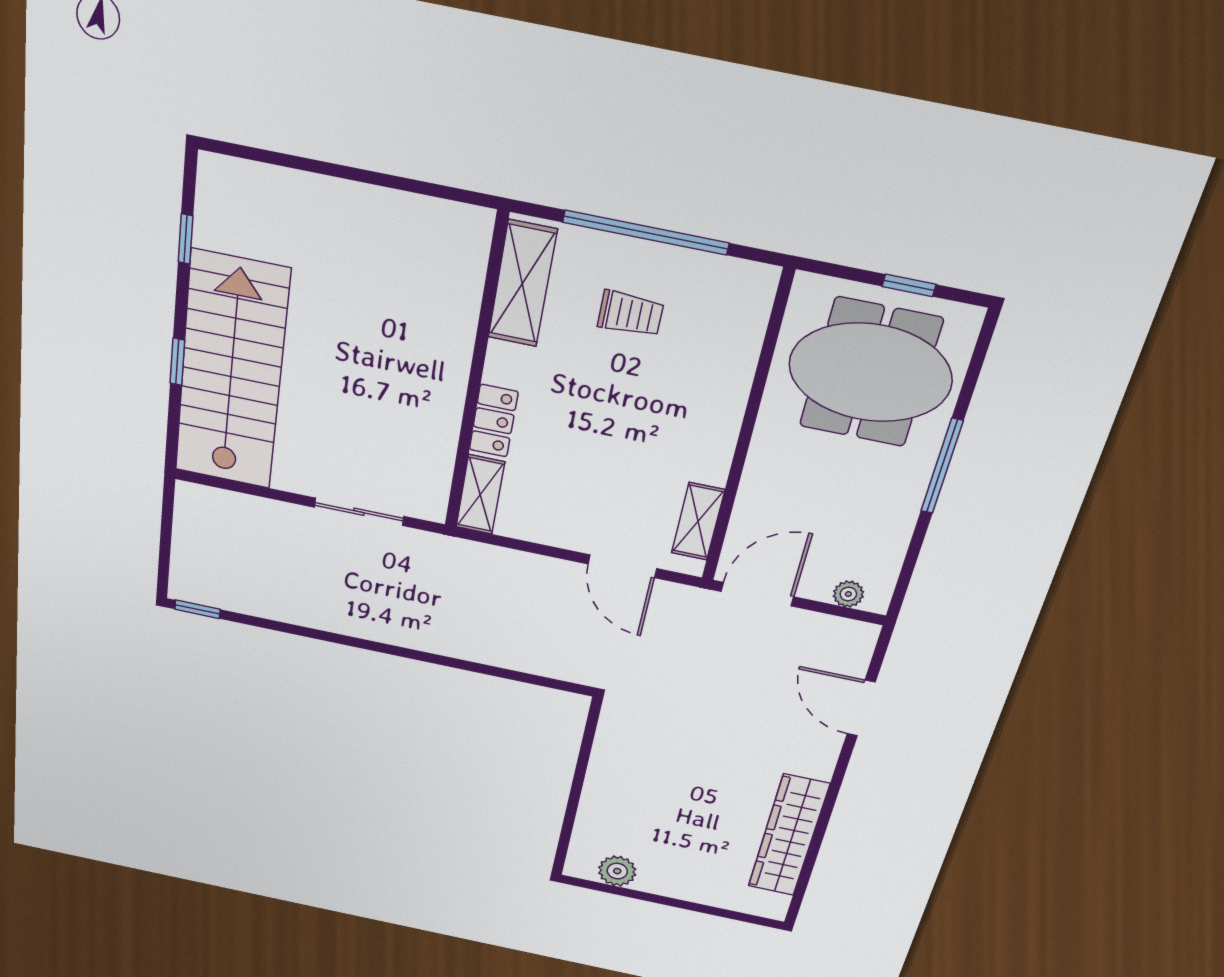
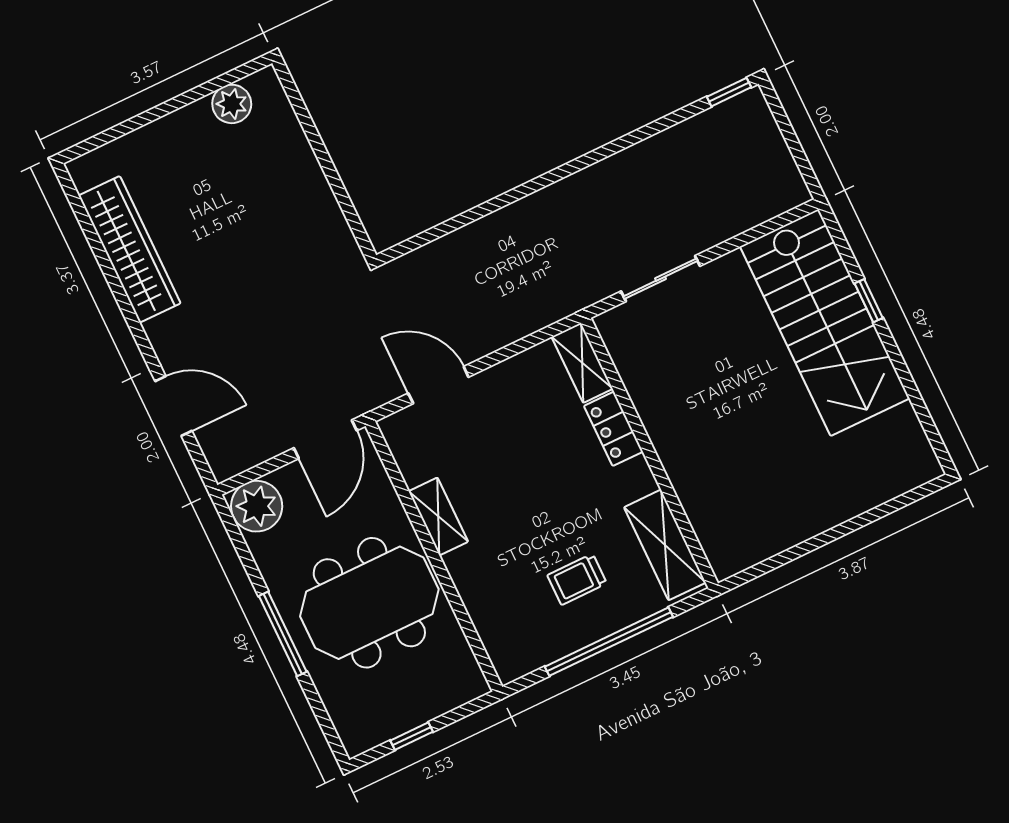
window: (186, 239) -> (917, 402), removed
meeting table: (870, 373) -> (369, 603), moved
shelving: (698, 521) -> (438, 516), moved
plant: (848, 594) -> (257, 506), width x1.88, depth x1.88

